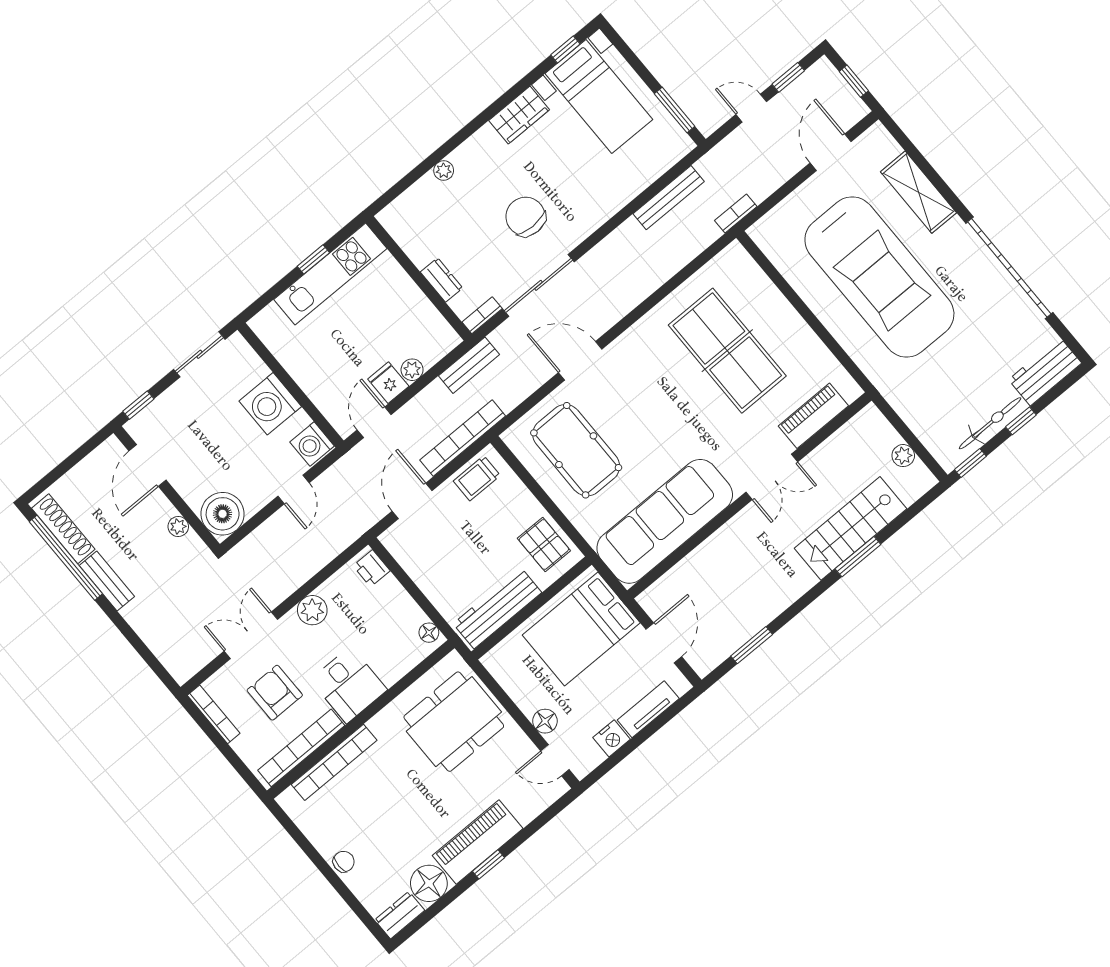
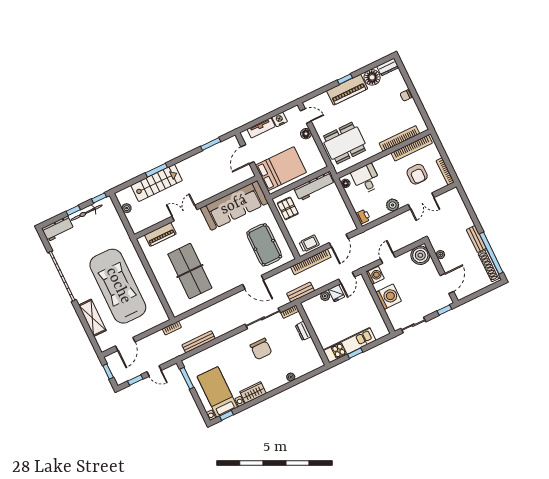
desk: (349, 685) -> (366, 179), moved

